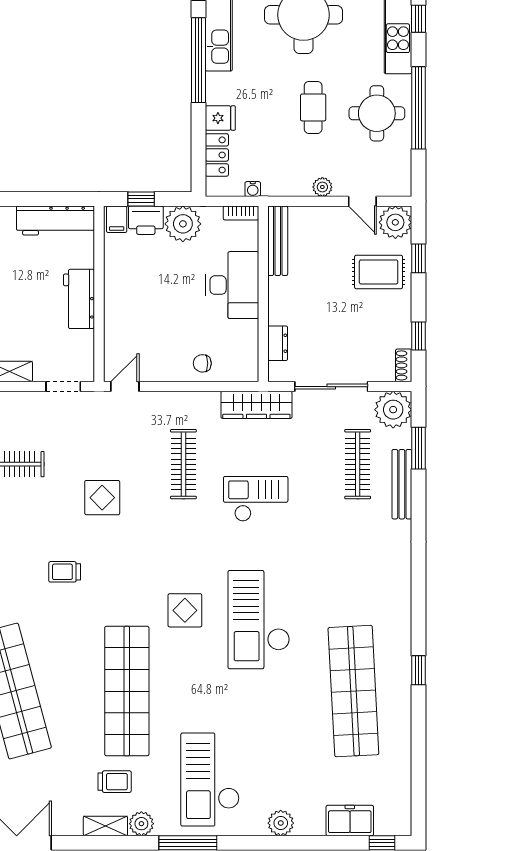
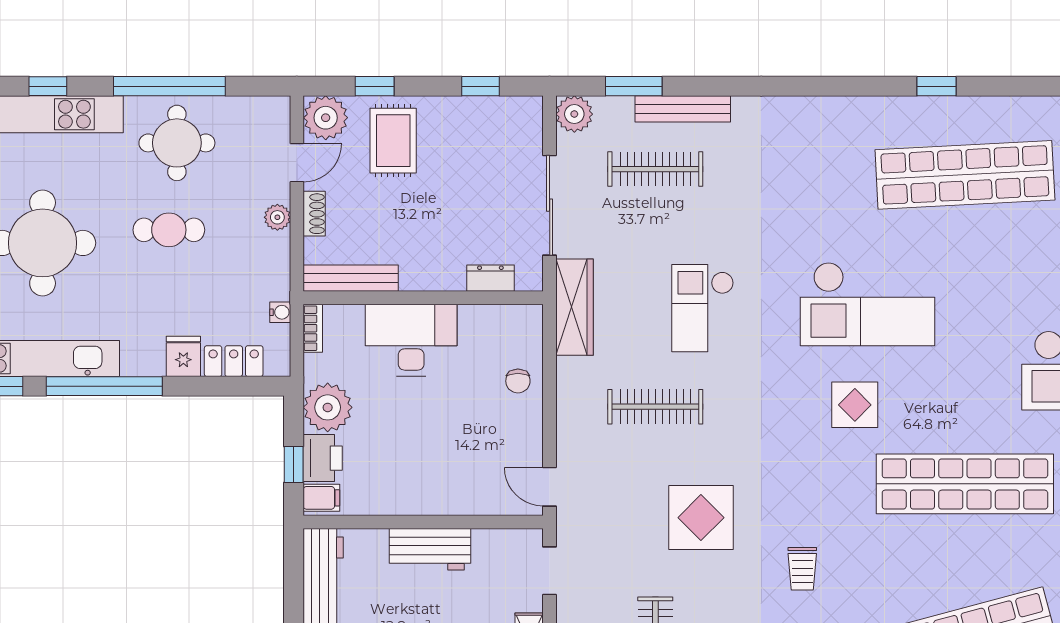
shoe rack: (404, 365) -> (314, 214), moved, turned -90
plant: (393, 410) -> (574, 114), width x0.73, depth x0.73
display table: (102, 498) -> (701, 518), width x1.36, depth x1.36

